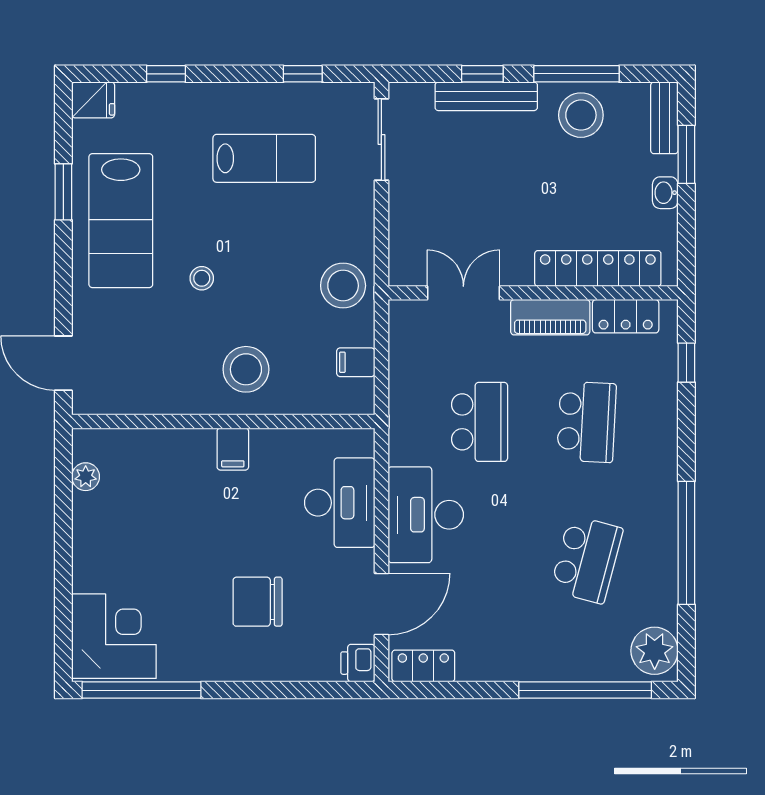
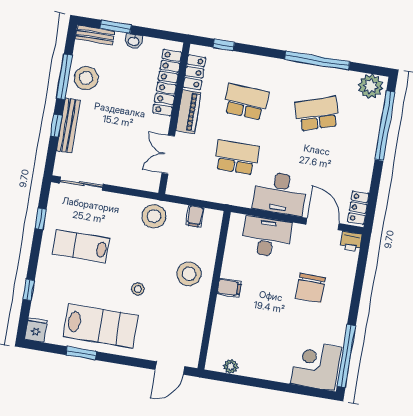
lab bench: (264, 158) -> (81, 246), turned -90
school desk: (587, 559) -> (317, 114), turned -33

